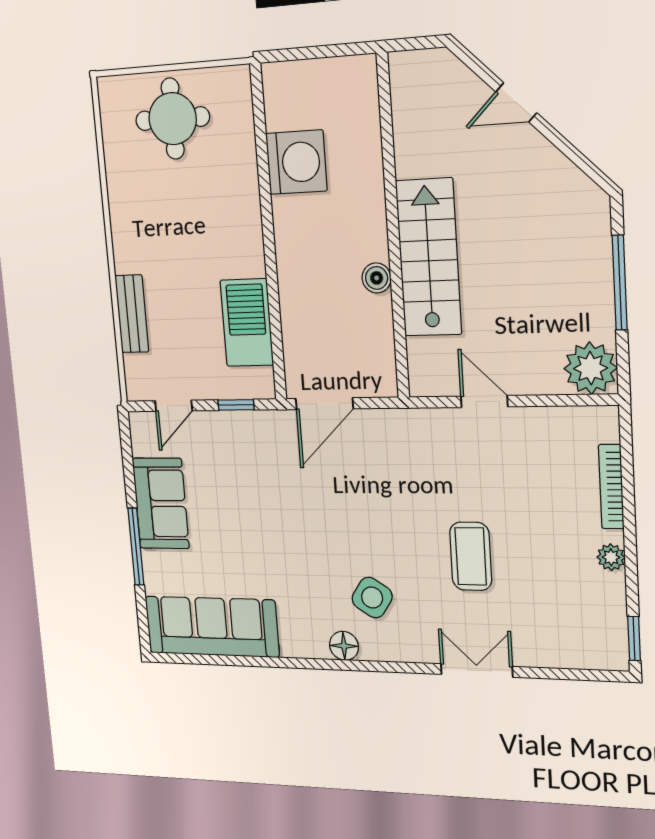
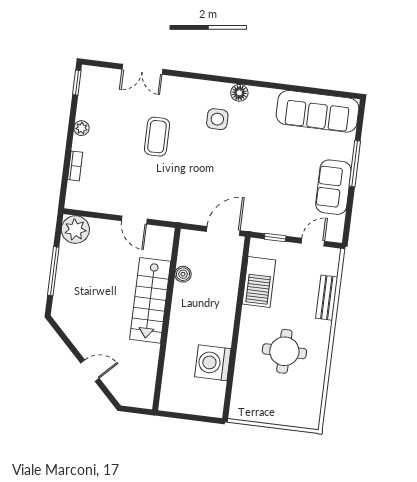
round table: (173, 119) -> (284, 351), moved
boiler: (377, 278) -> (183, 274), moved
bookcase: (611, 487) -> (75, 166), width x0.64
side table: (372, 598) -> (217, 119), turned -33
double door: (477, 670) -> (142, 69), moved

